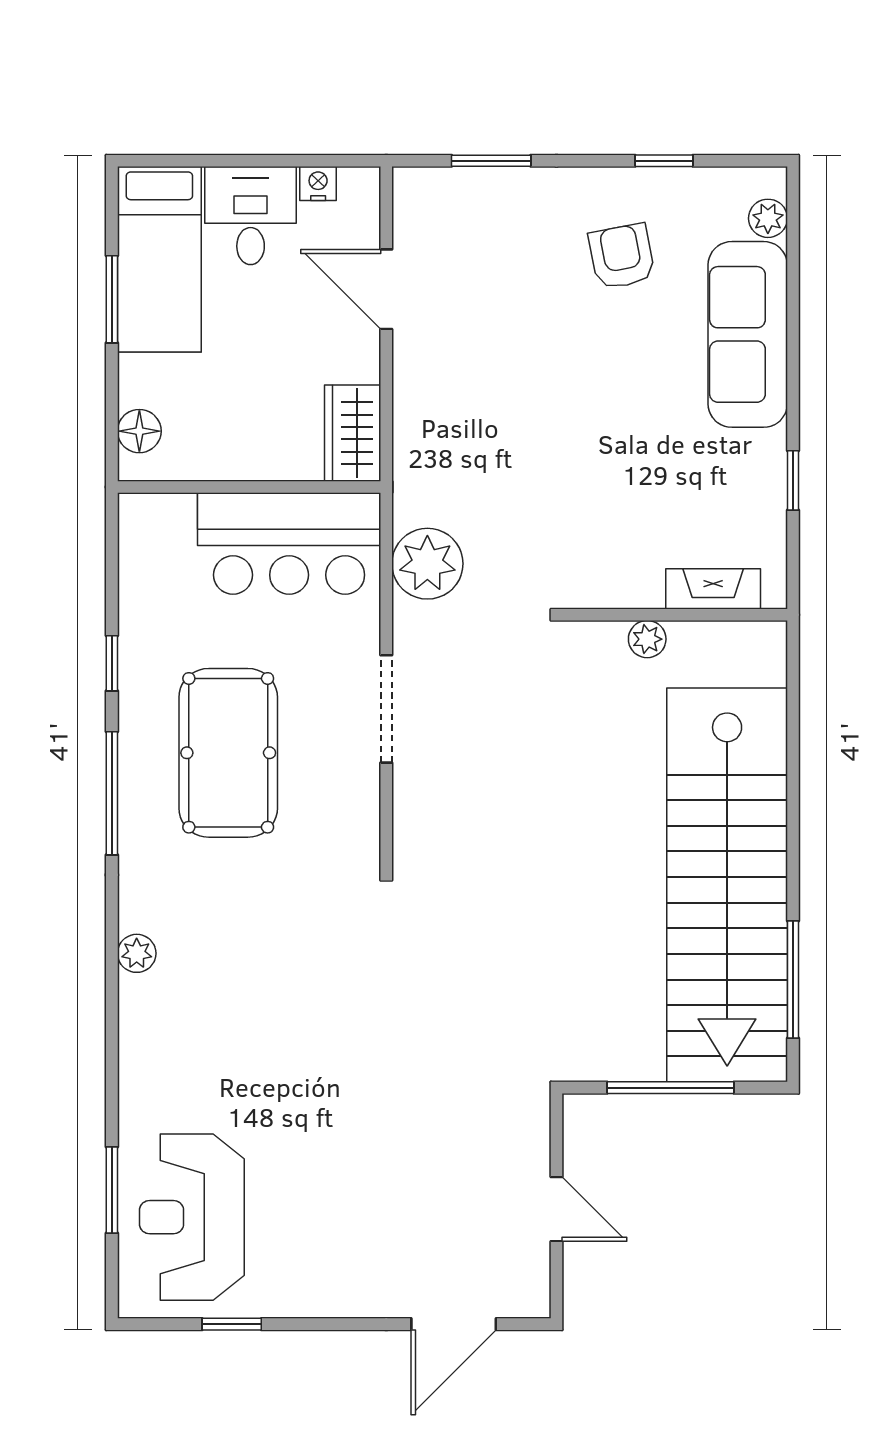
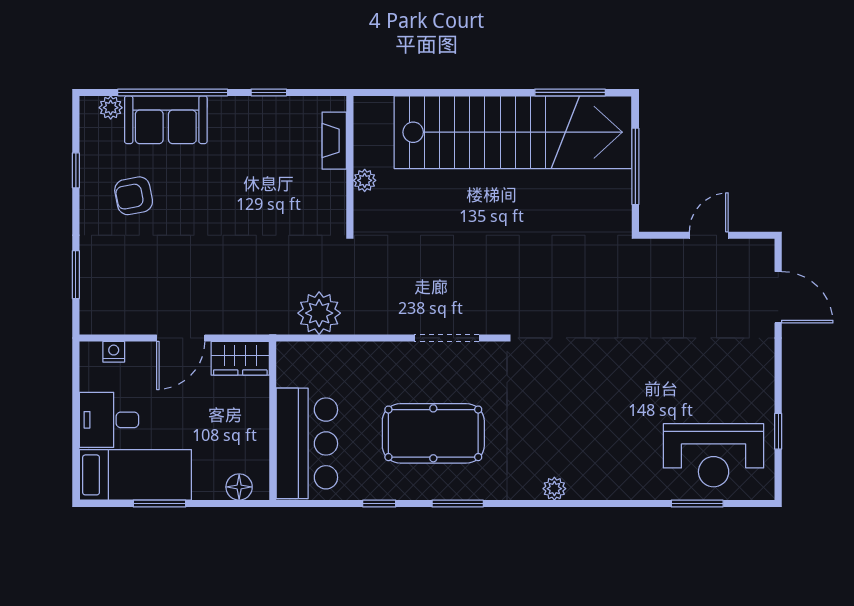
nightstand: (318, 183) -> (114, 352), moved, turned 90
door: (386, 289) -> (181, 338), moved
window: (793, 321) -> (173, 92), added
sofa: (748, 334) -> (166, 120), width x0.73
bar counter: (289, 543) -> (307, 443), moved
doorway: (386, 709) -> (447, 338), moved
window: (112, 793) -> (458, 504), width x0.69

